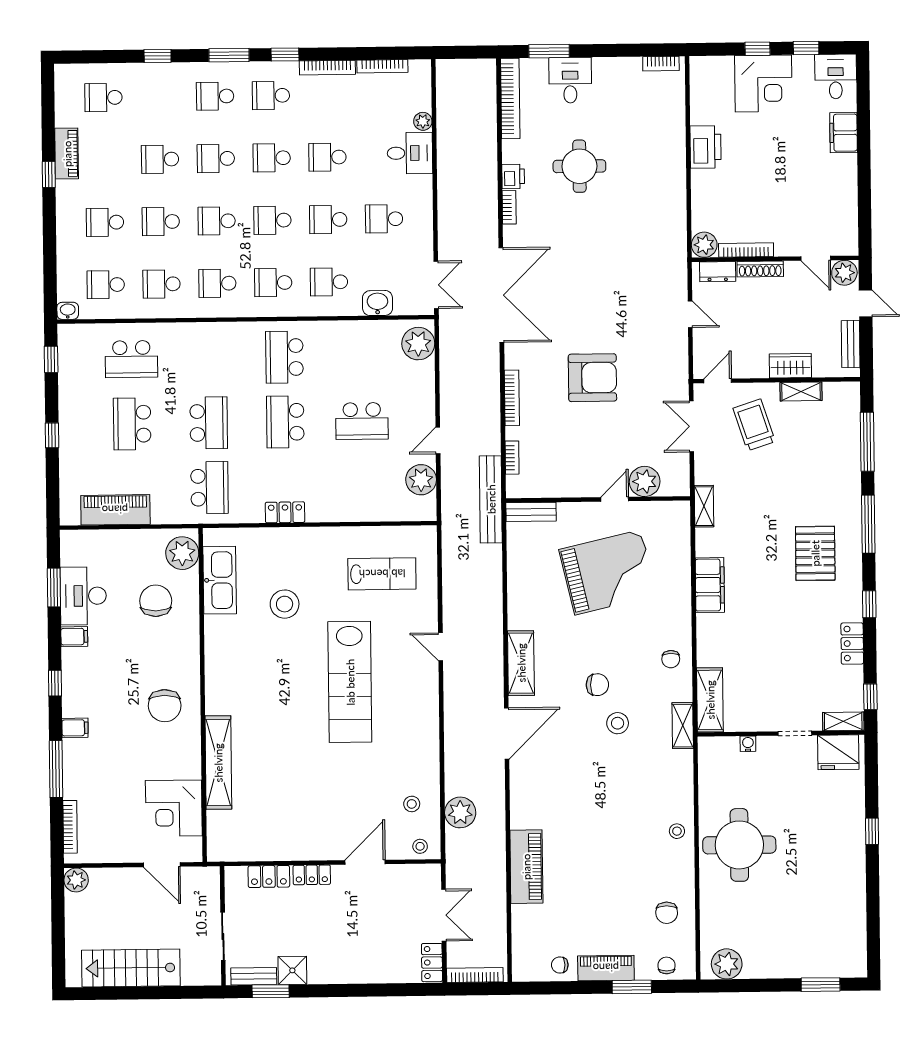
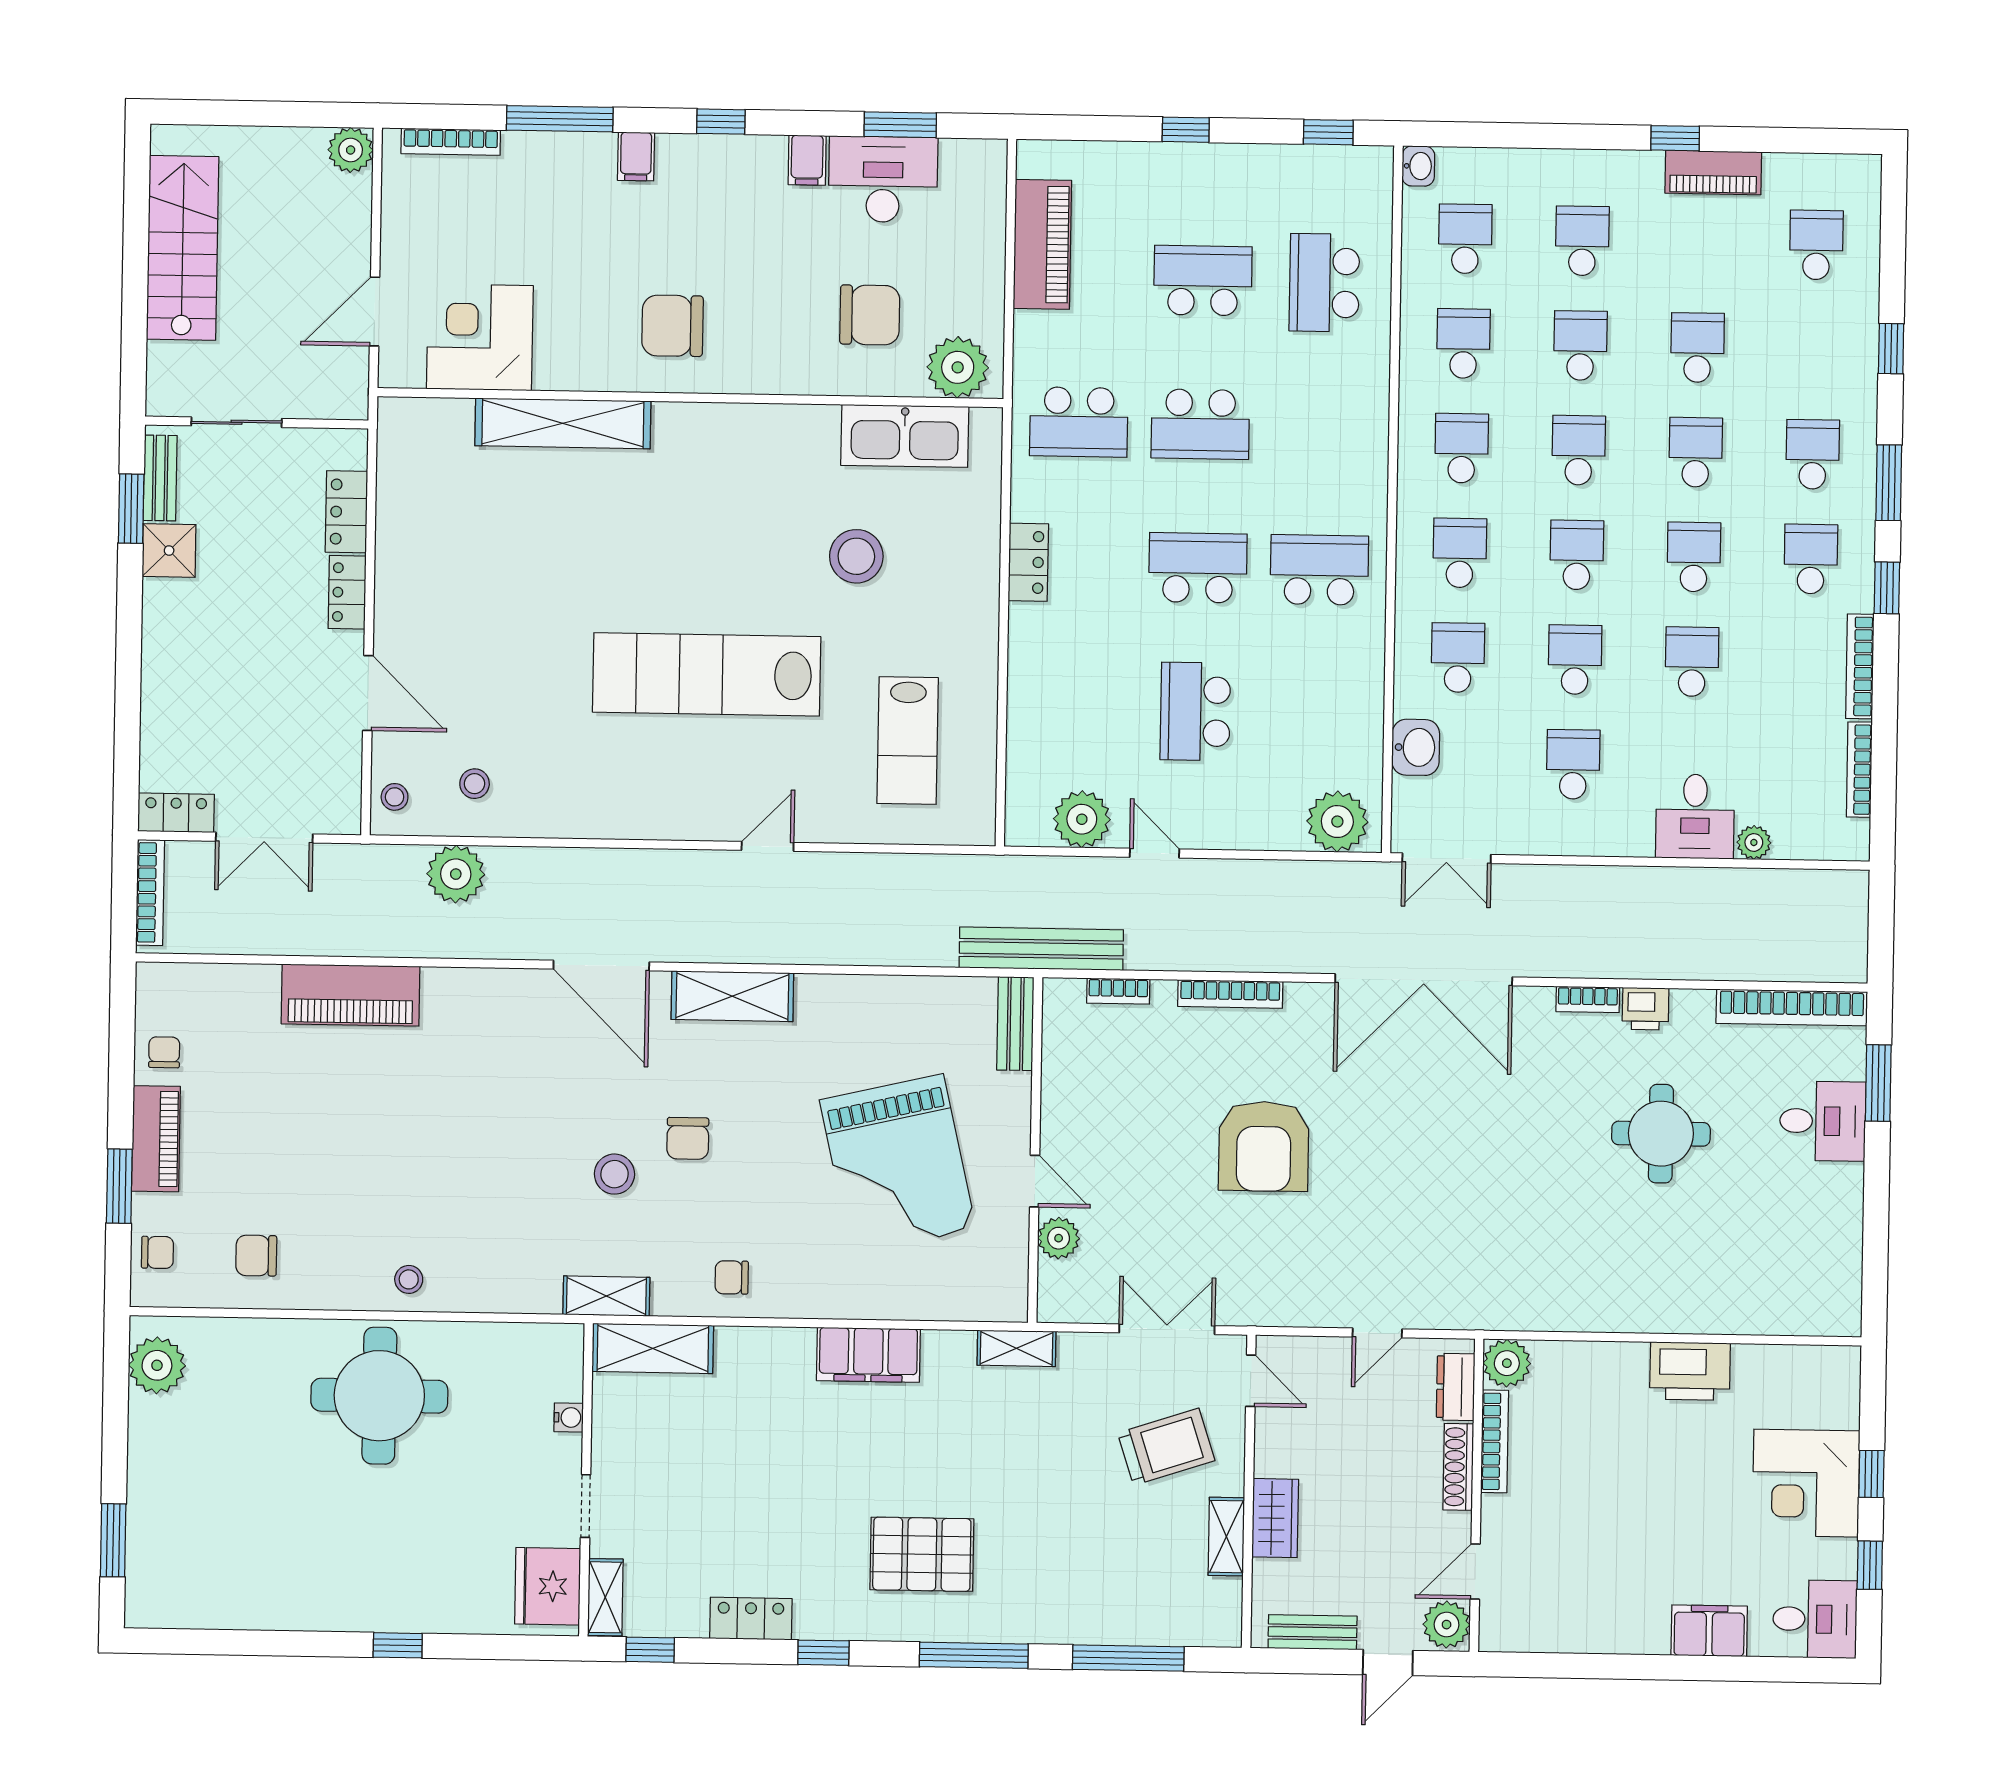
bookcase: (661, 64) -> (1849, 1292), removed
plant: (645, 481) -> (1059, 1238), width x0.73, depth x0.73

